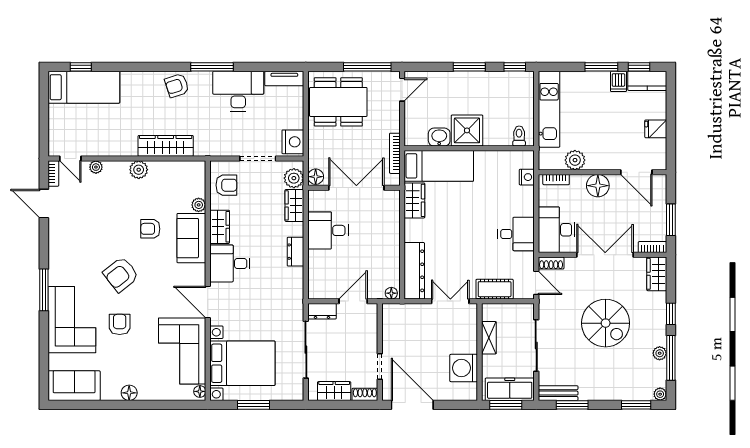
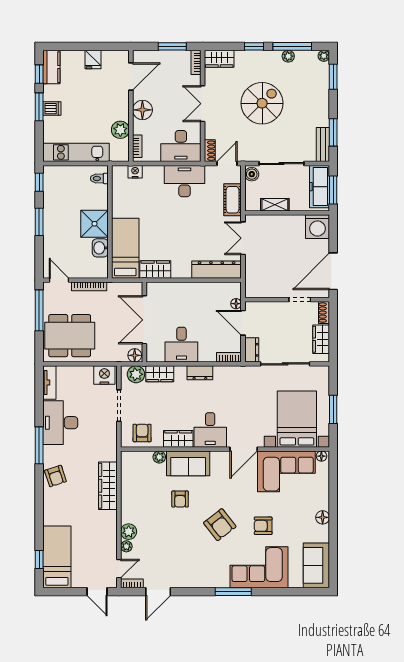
dishwasher: (618, 81) -> (52, 109), moved
dining table: (338, 102) -> (70, 336), turned 90
door: (44, 133) -> (97, 592), added
bookcase: (395, 153) -> (89, 286), moved
plant: (139, 170) -> (129, 532), moved
desk: (516, 234) -> (185, 181), width x1.37
double door: (605, 255) -> (203, 104), width x0.73
bookcase: (314, 285) -> (229, 357), added
floor lamp: (391, 293) -> (236, 304), moved
boiler: (524, 311) -> (252, 174), added
washing machine: (464, 368) -> (317, 227), moved

